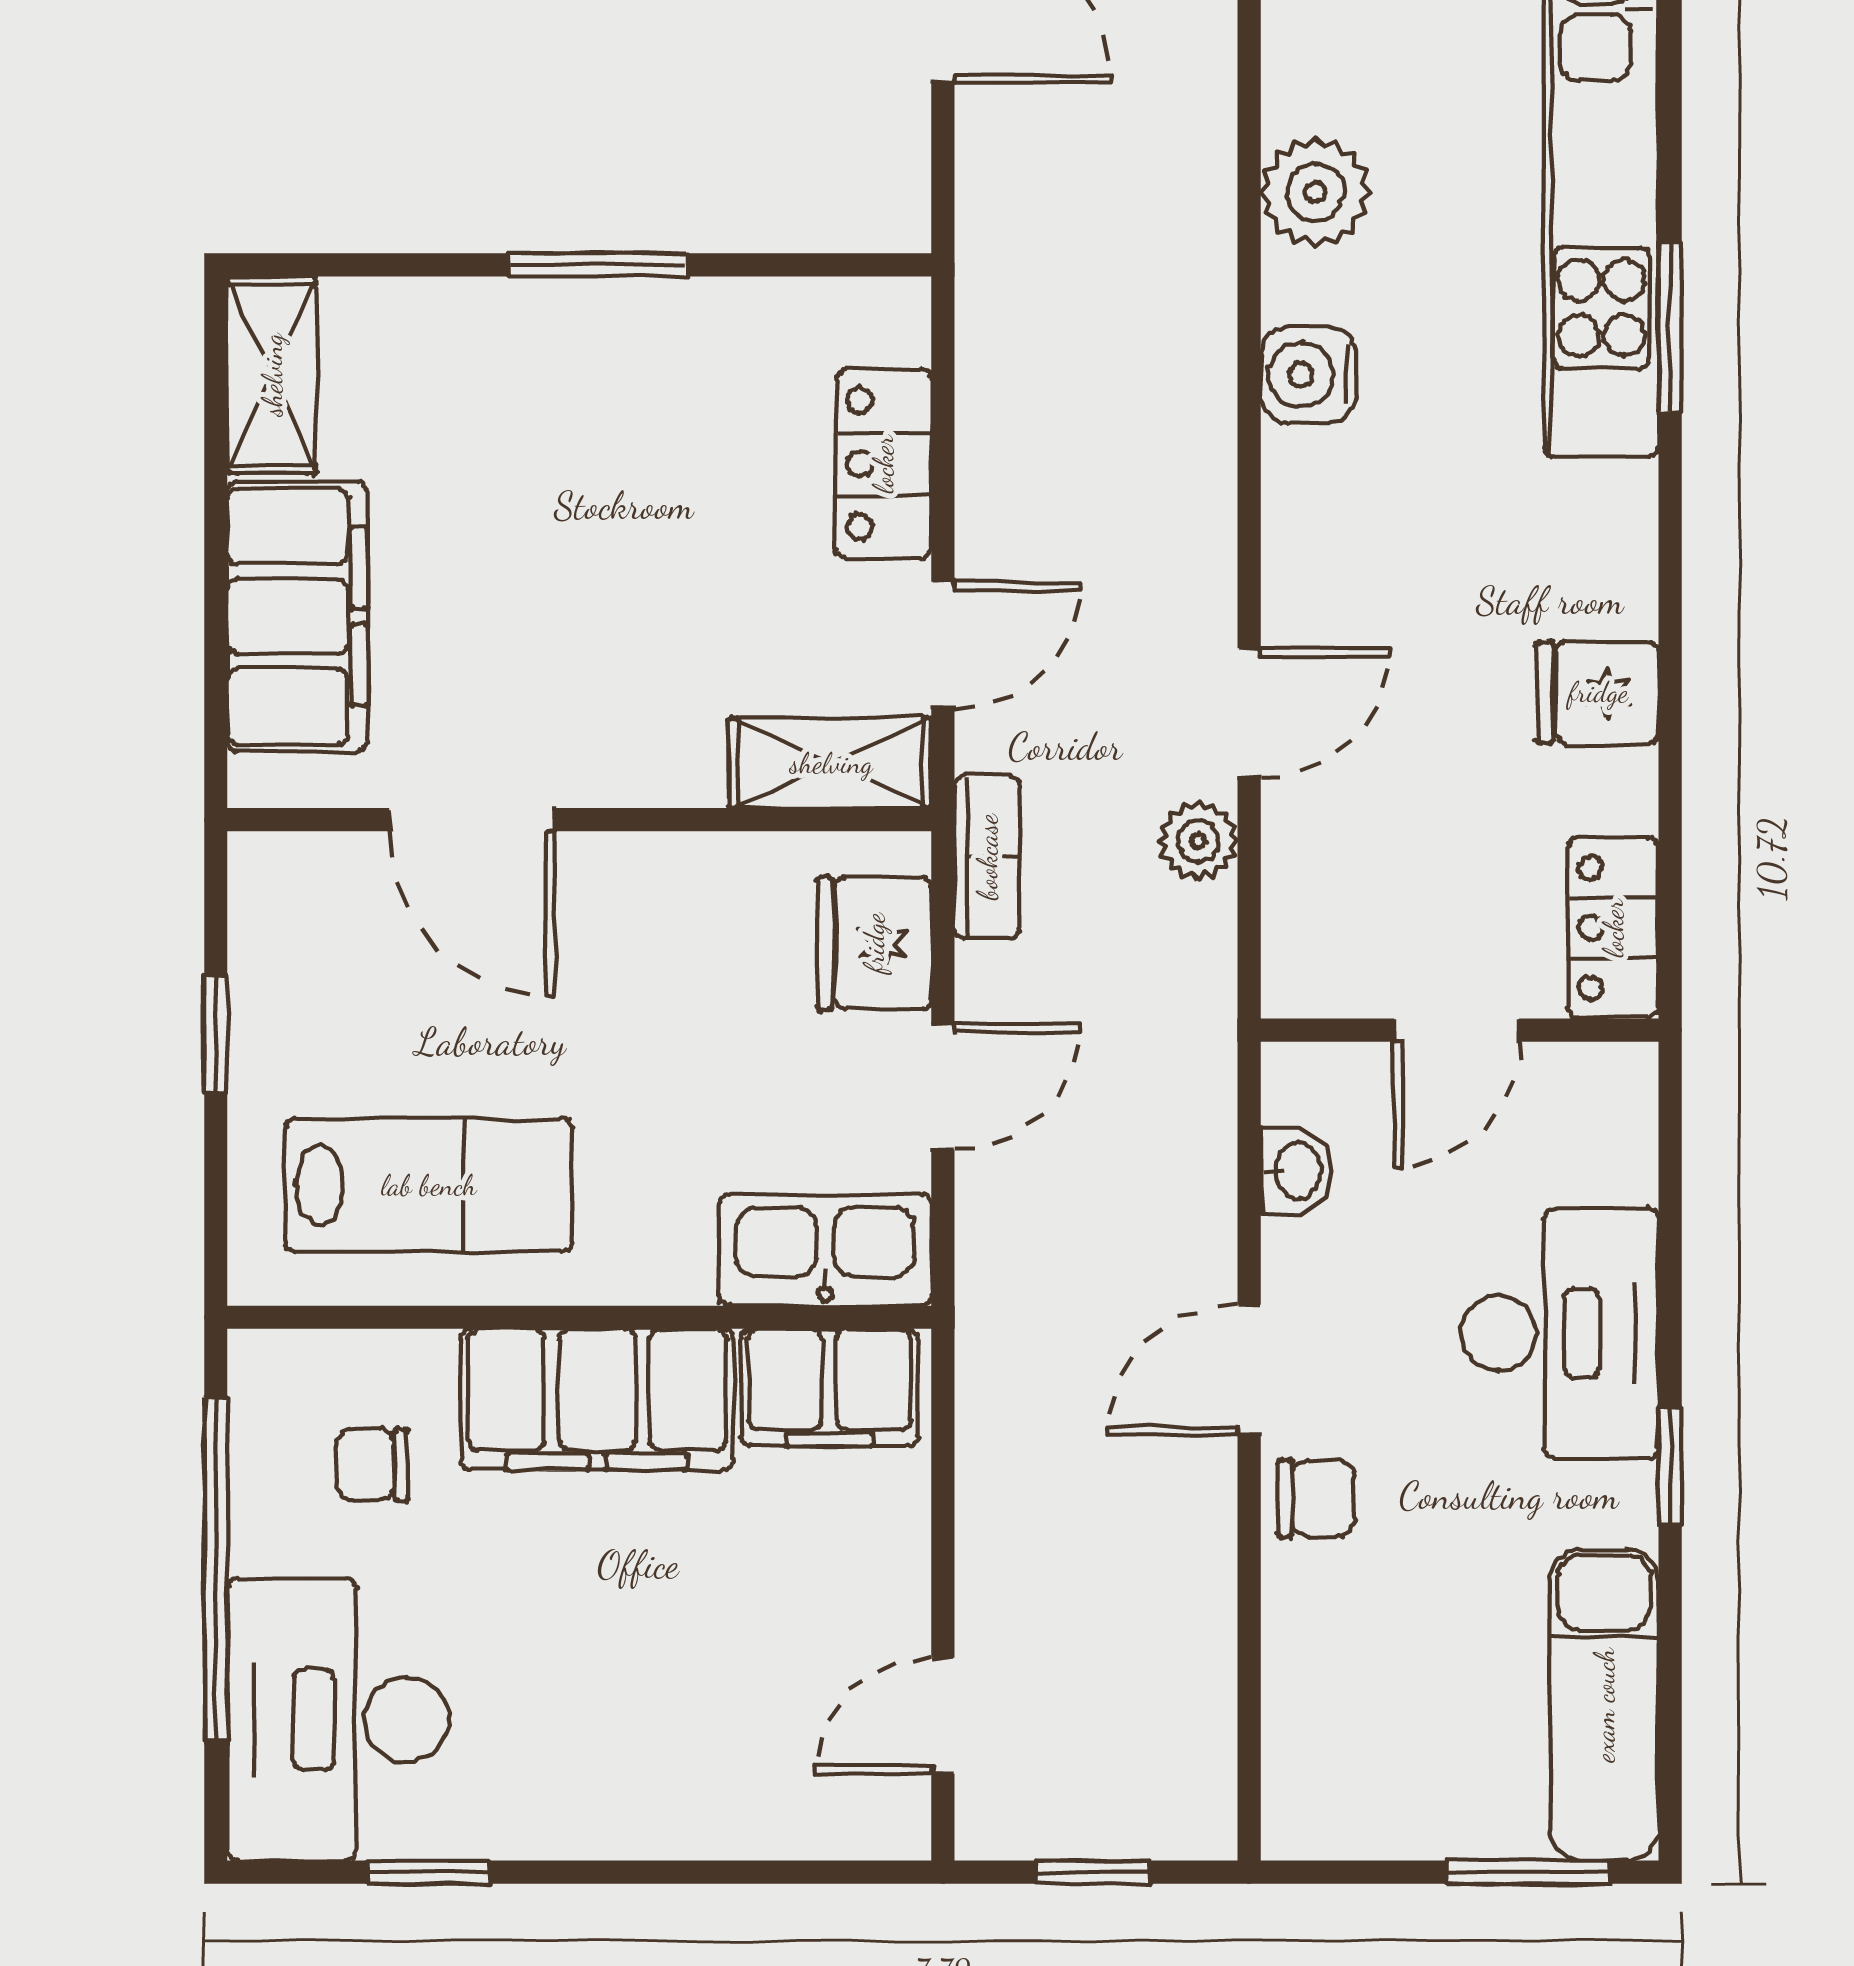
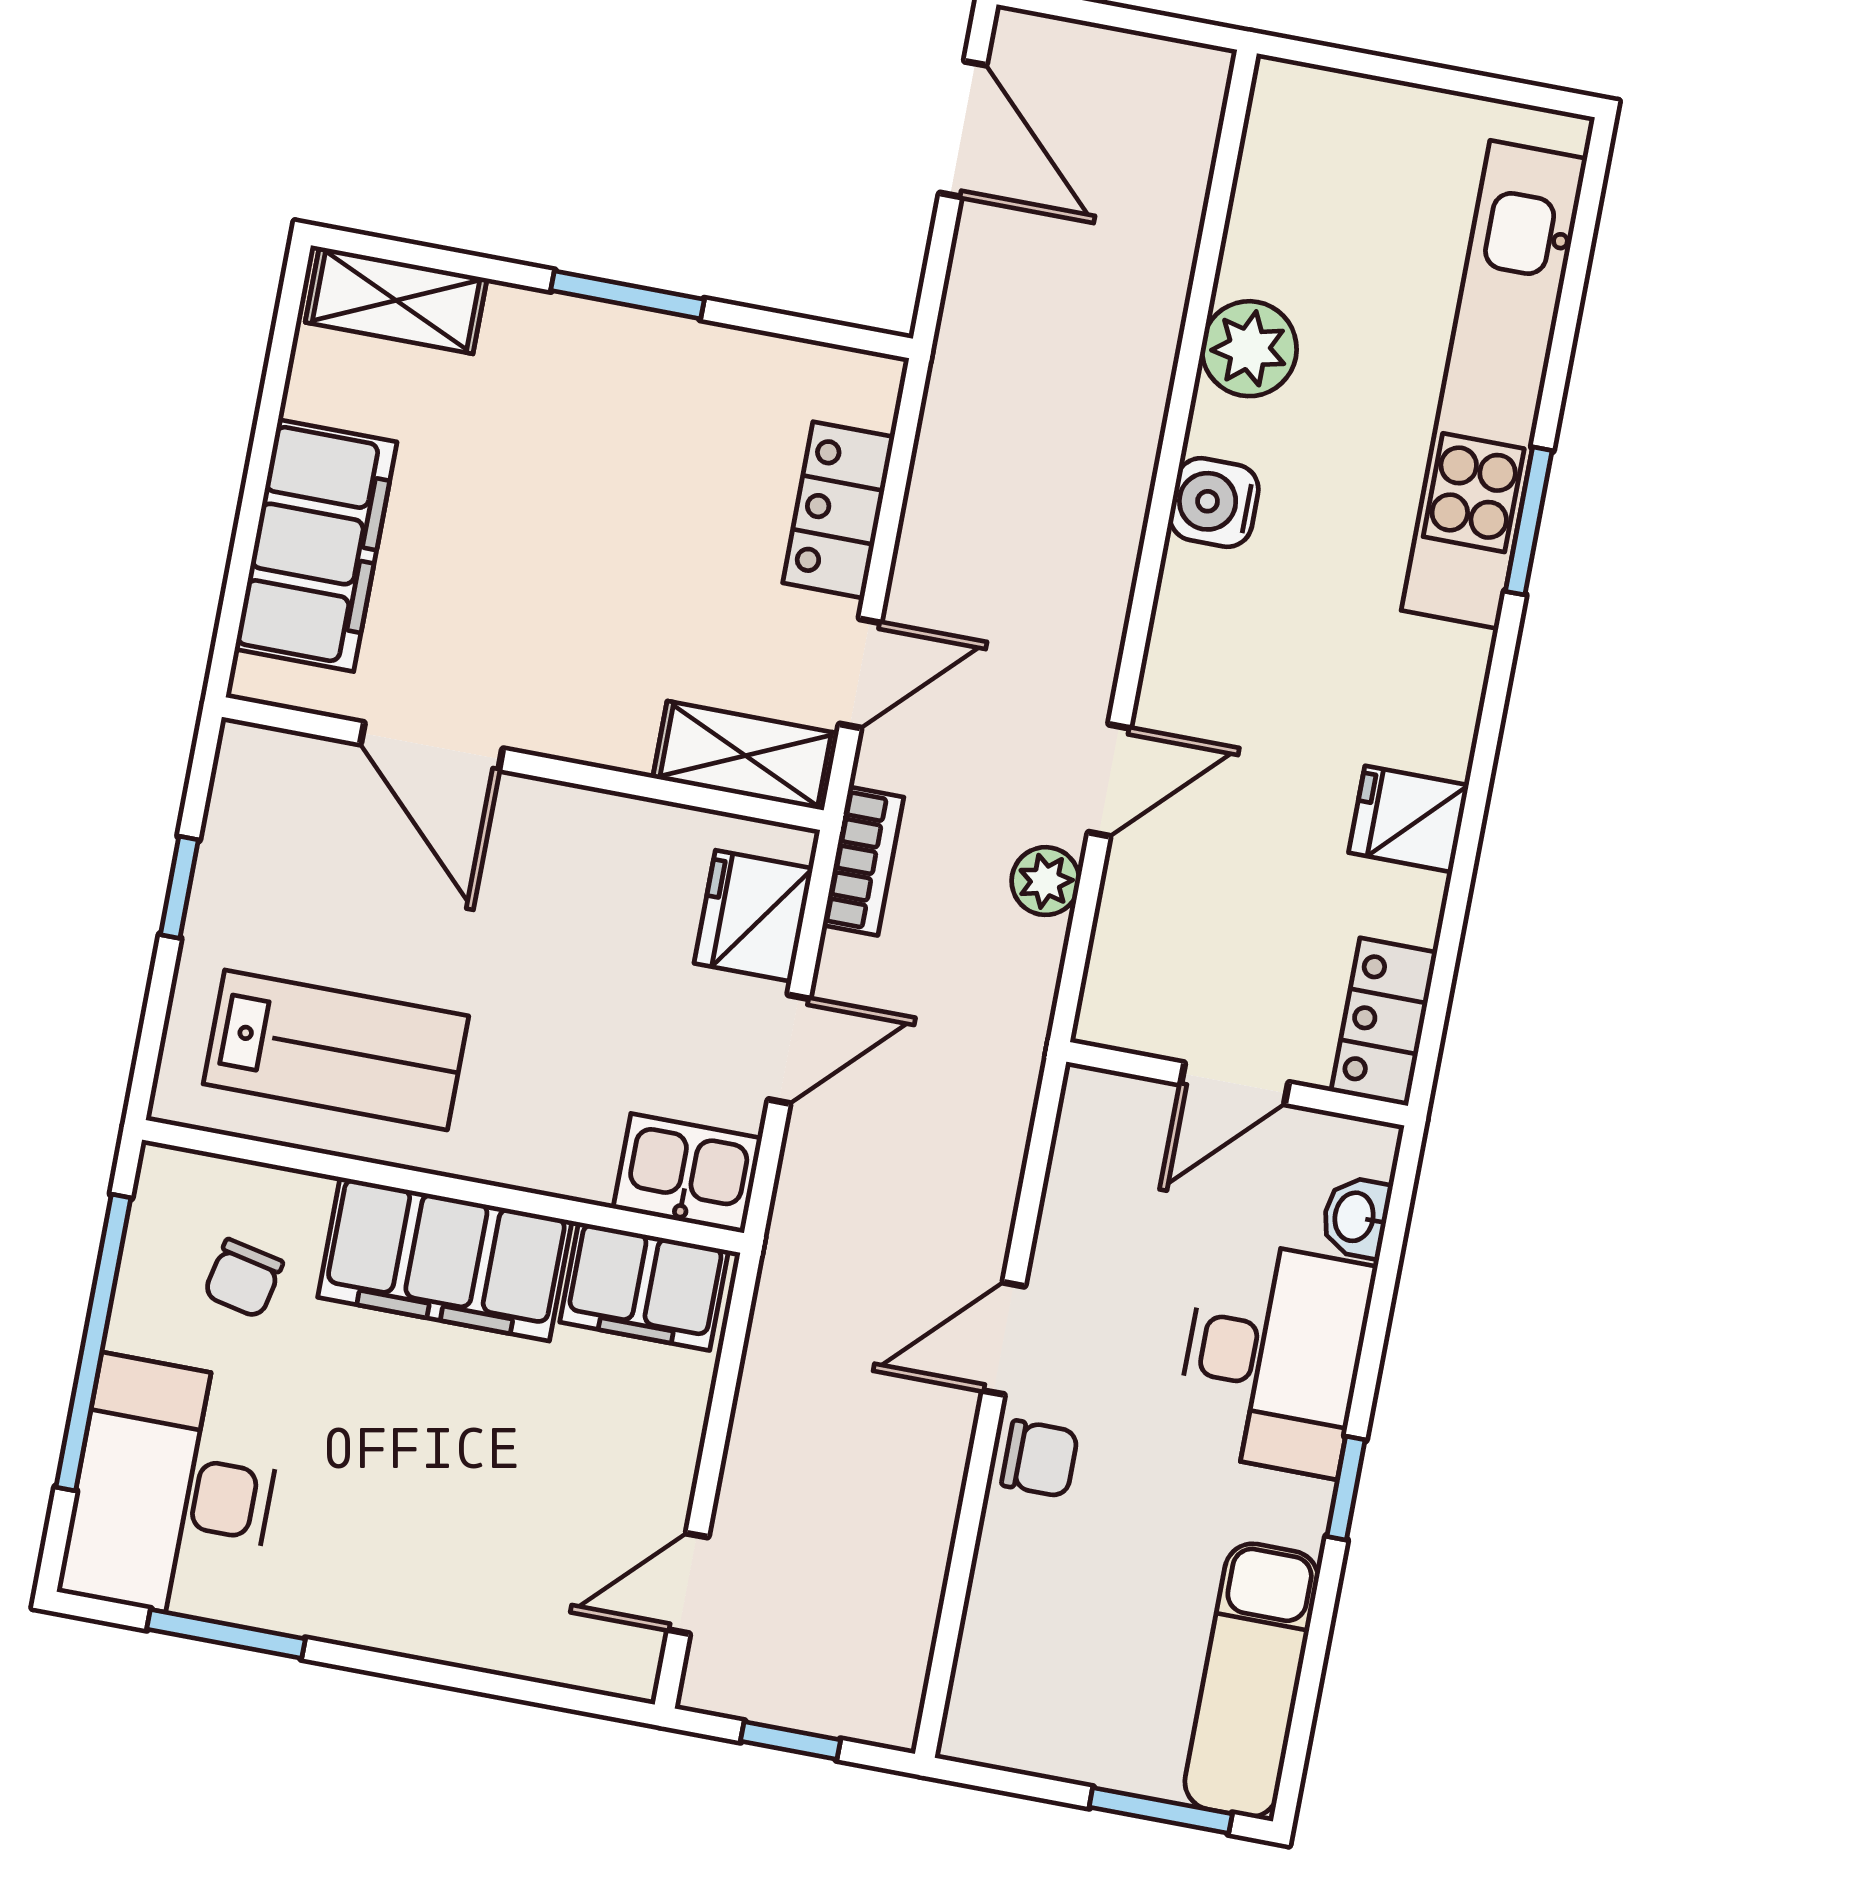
shelving: (272, 375) -> (396, 300), moved, turned 90
washbasin: (1296, 1171) -> (1356, 1217), moved, turned 180
kitchen sink: (825, 1250) -> (687, 1173), width x0.73
chair: (372, 1465) -> (243, 1278), turned -78
window: (429, 1872) -> (226, 1634), width x1.50

